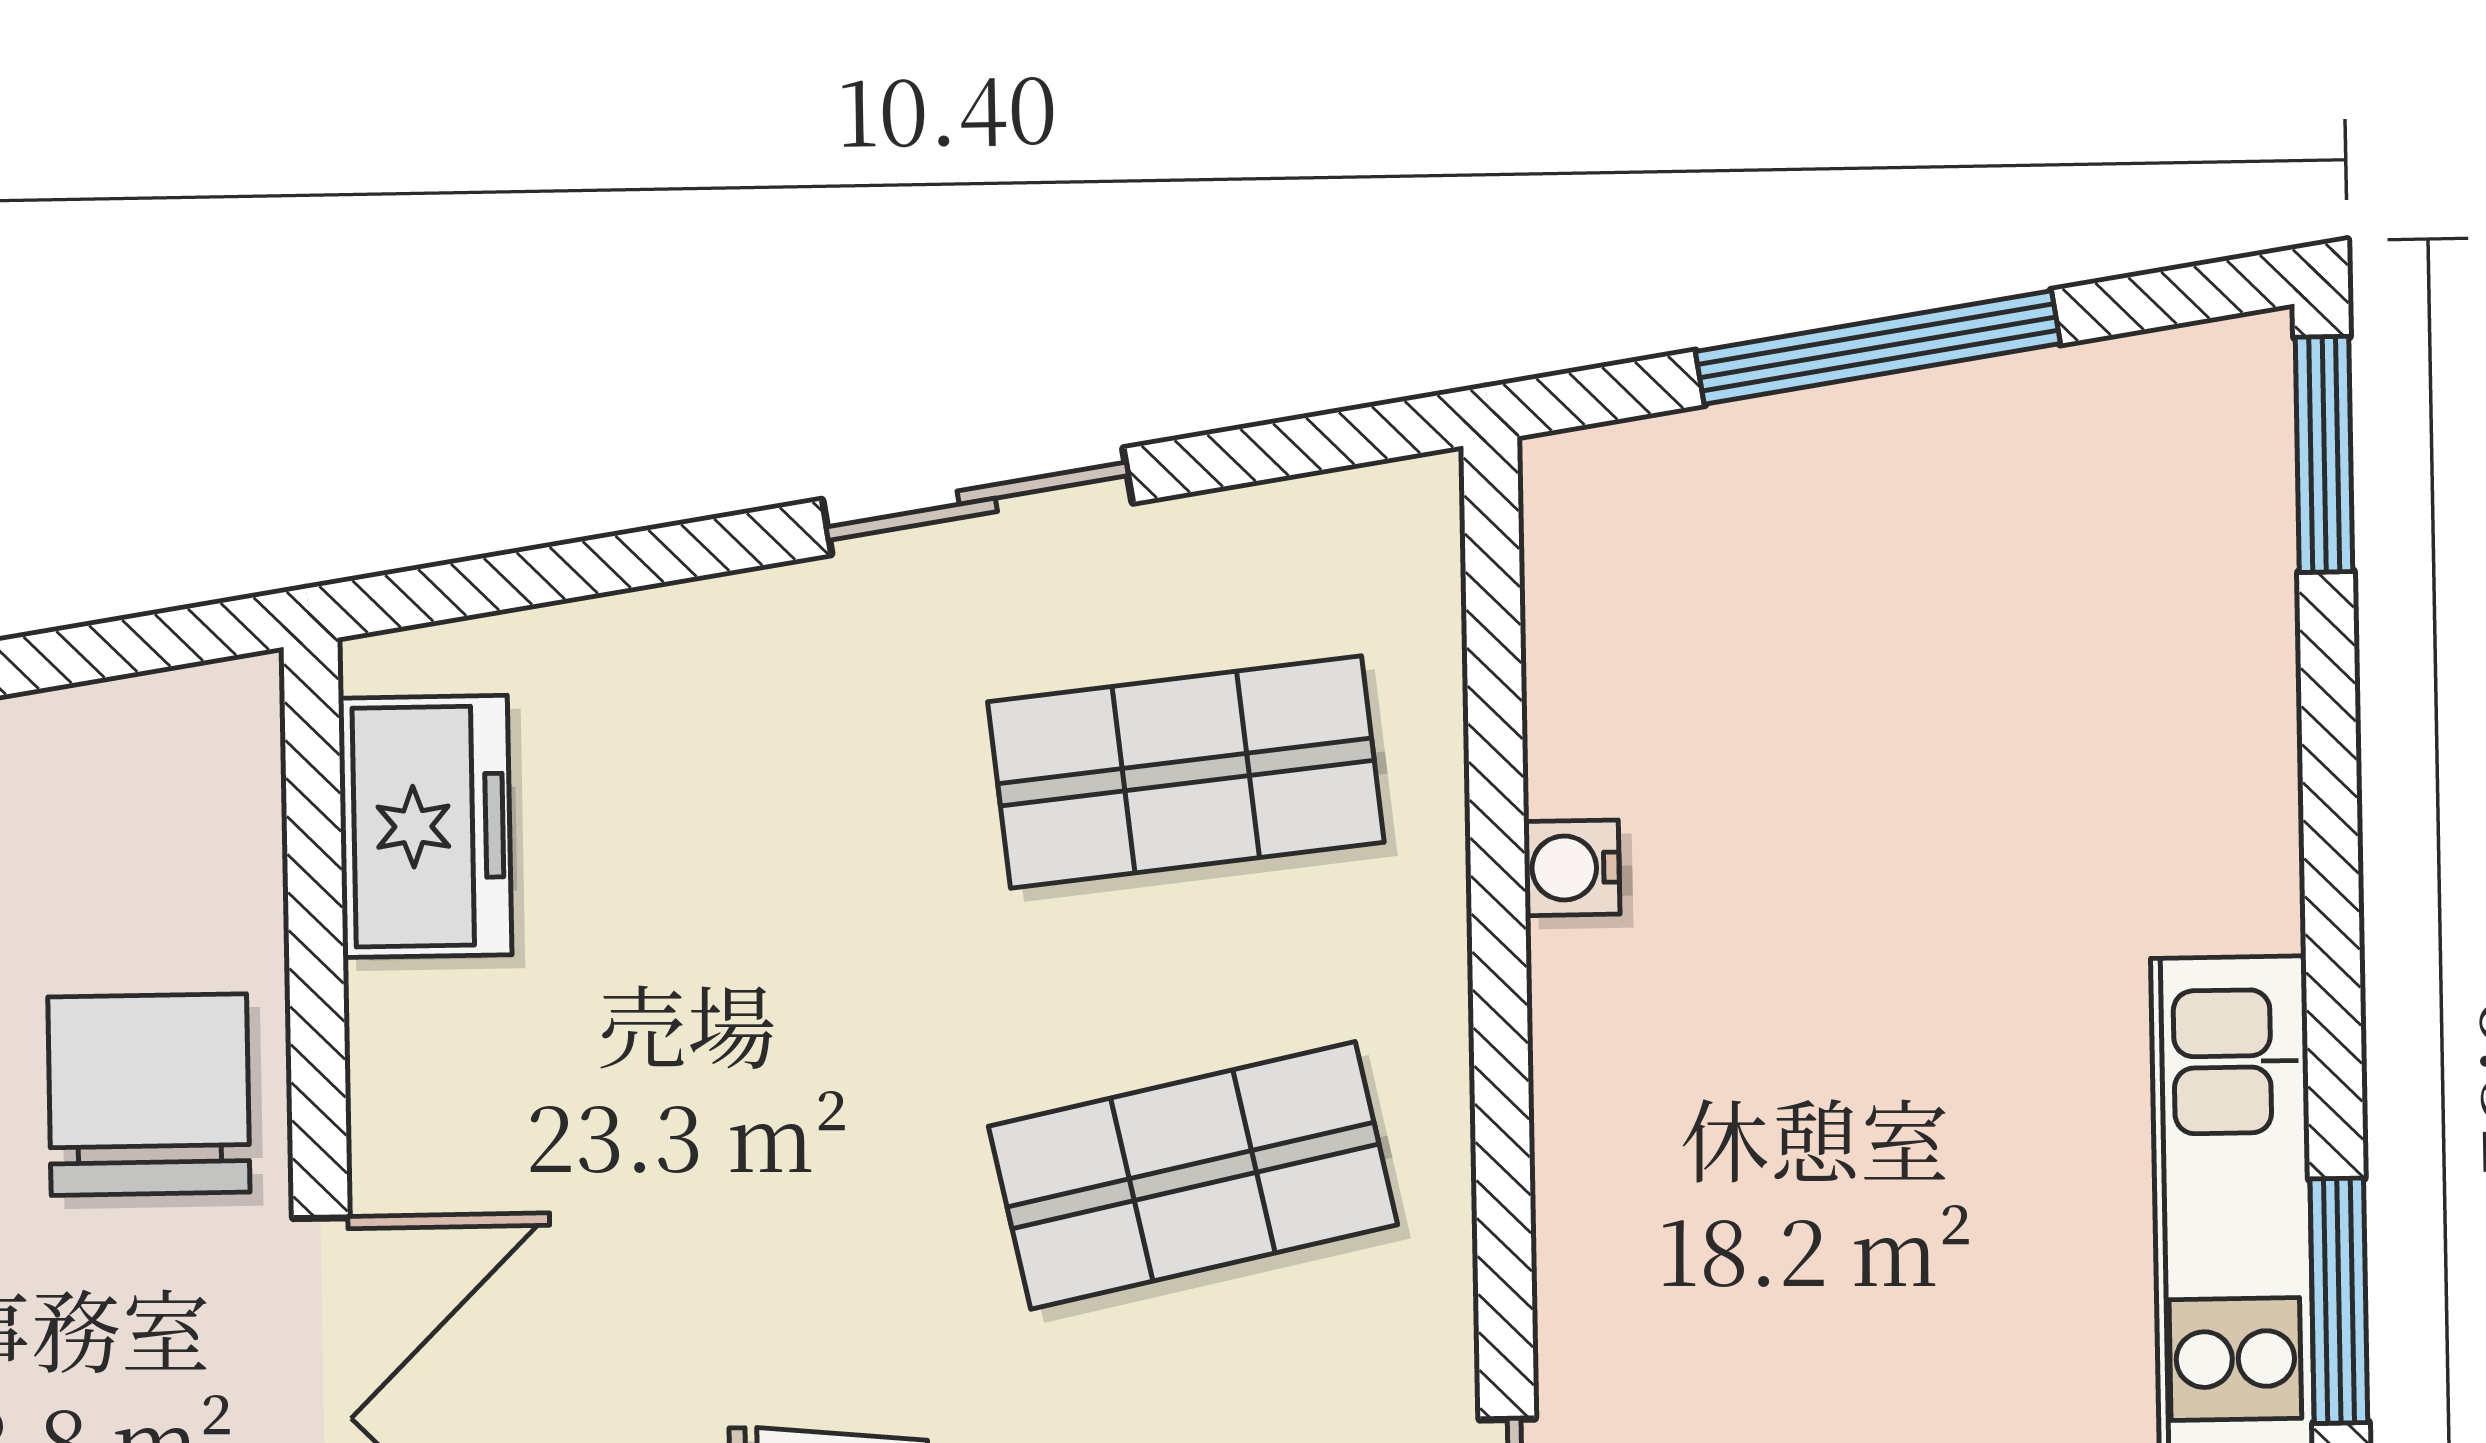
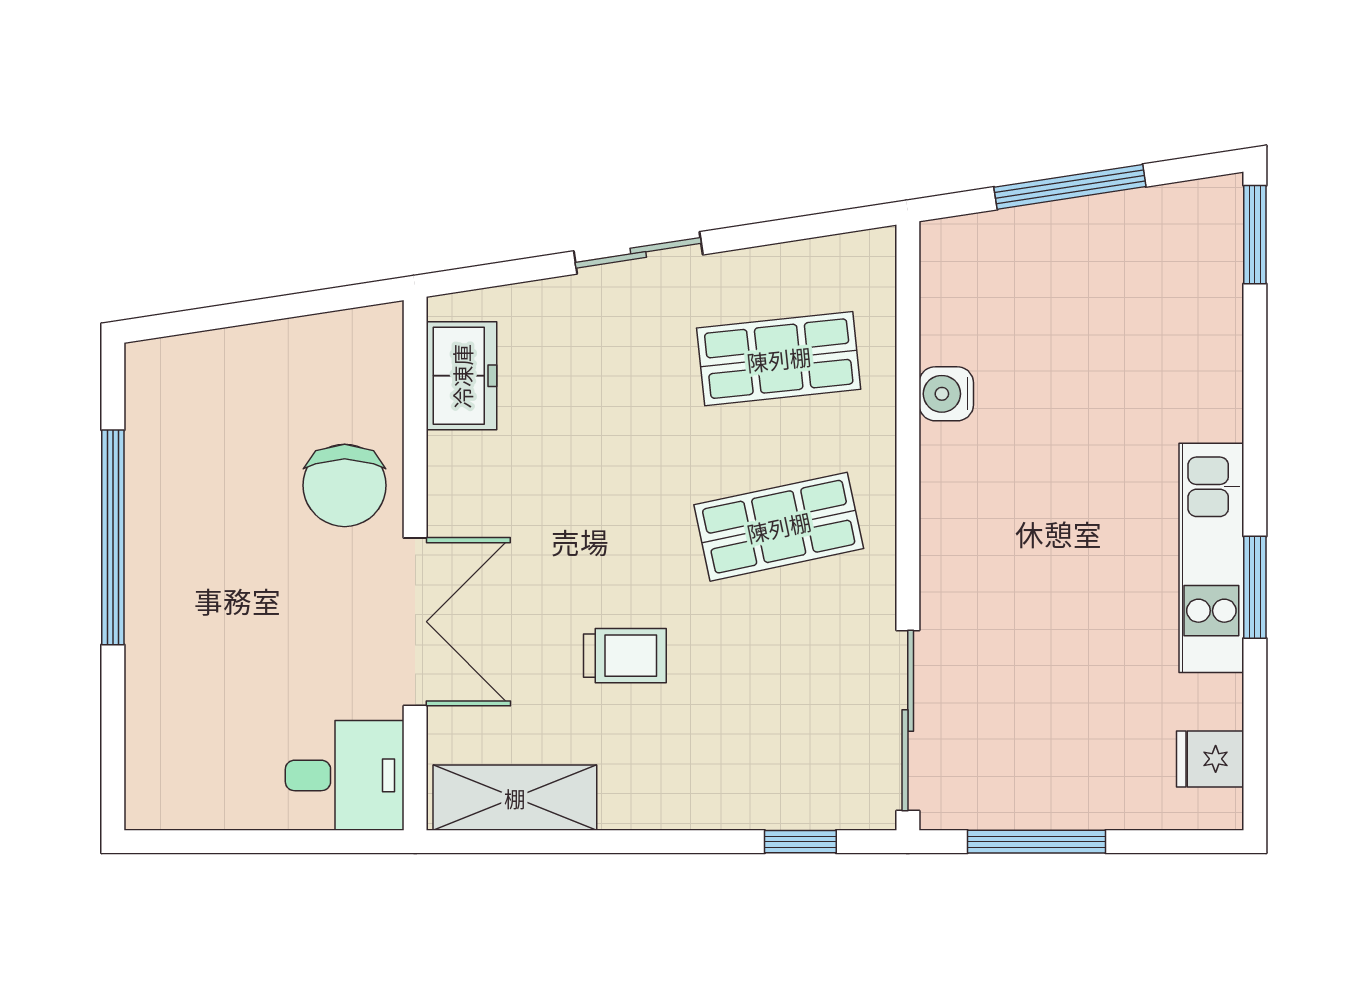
sliding door: (977, 501) -> (638, 253), moved
water cooler: (1572, 868) -> (946, 394), width x1.38, depth x1.38
chair: (149, 1095) -> (345, 485), turned 180

